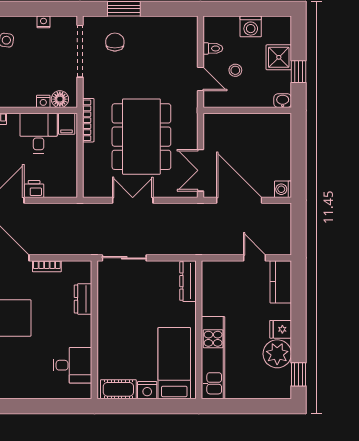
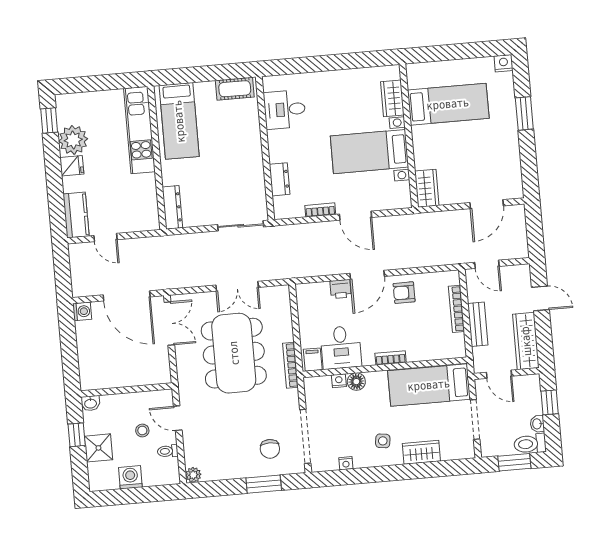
plant: (190, 24) -> (193, 475), added
floor lamp: (60, 99) -> (356, 382), moved
nightstand: (147, 390) -> (205, 90), removed

